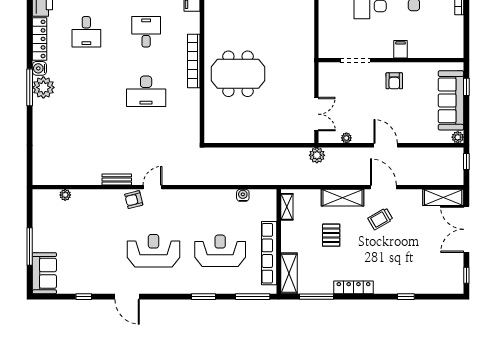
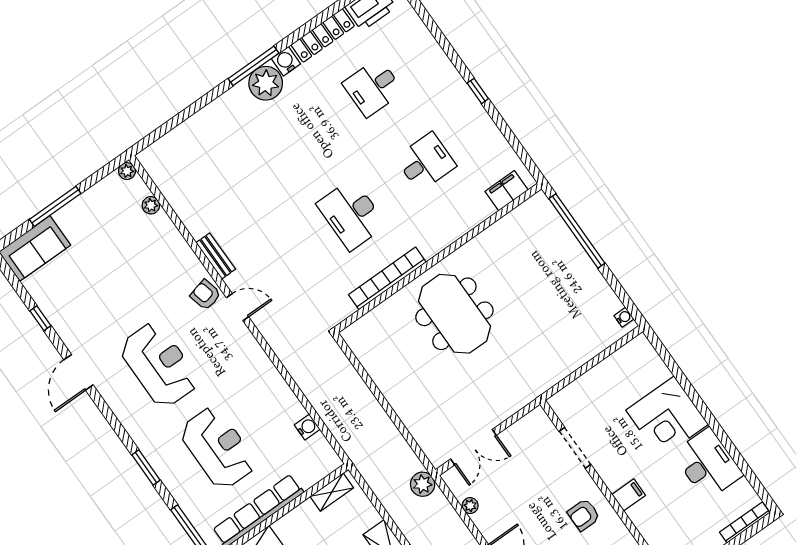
bookcase: (194, 61) -> (387, 278), moved
plant: (38, 195) -> (127, 171), added

